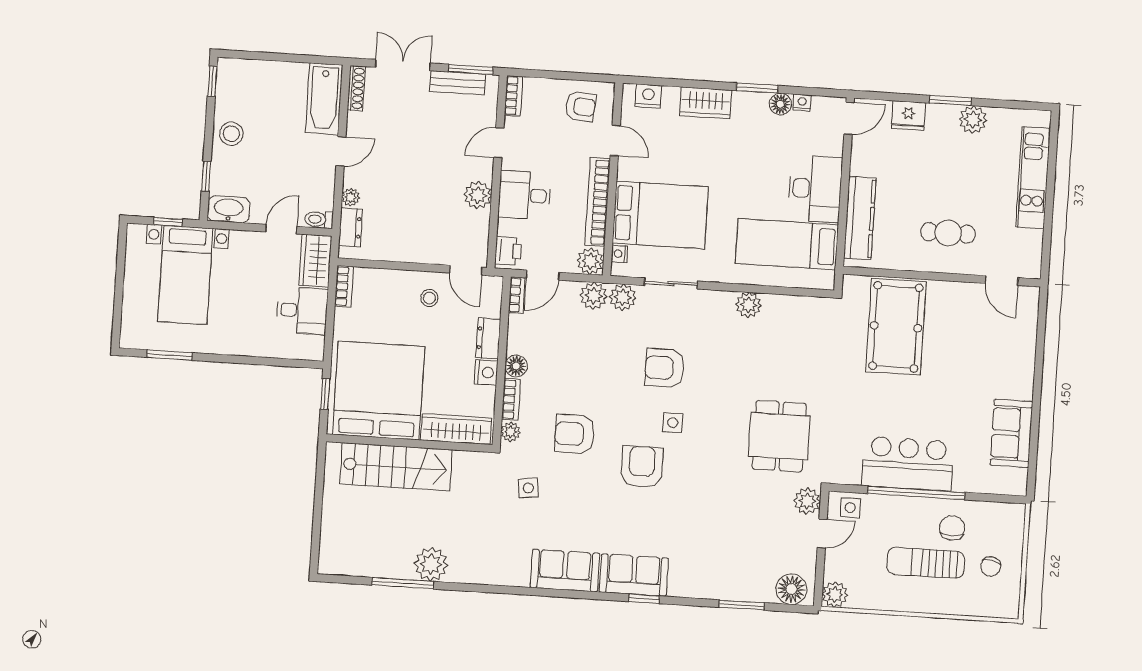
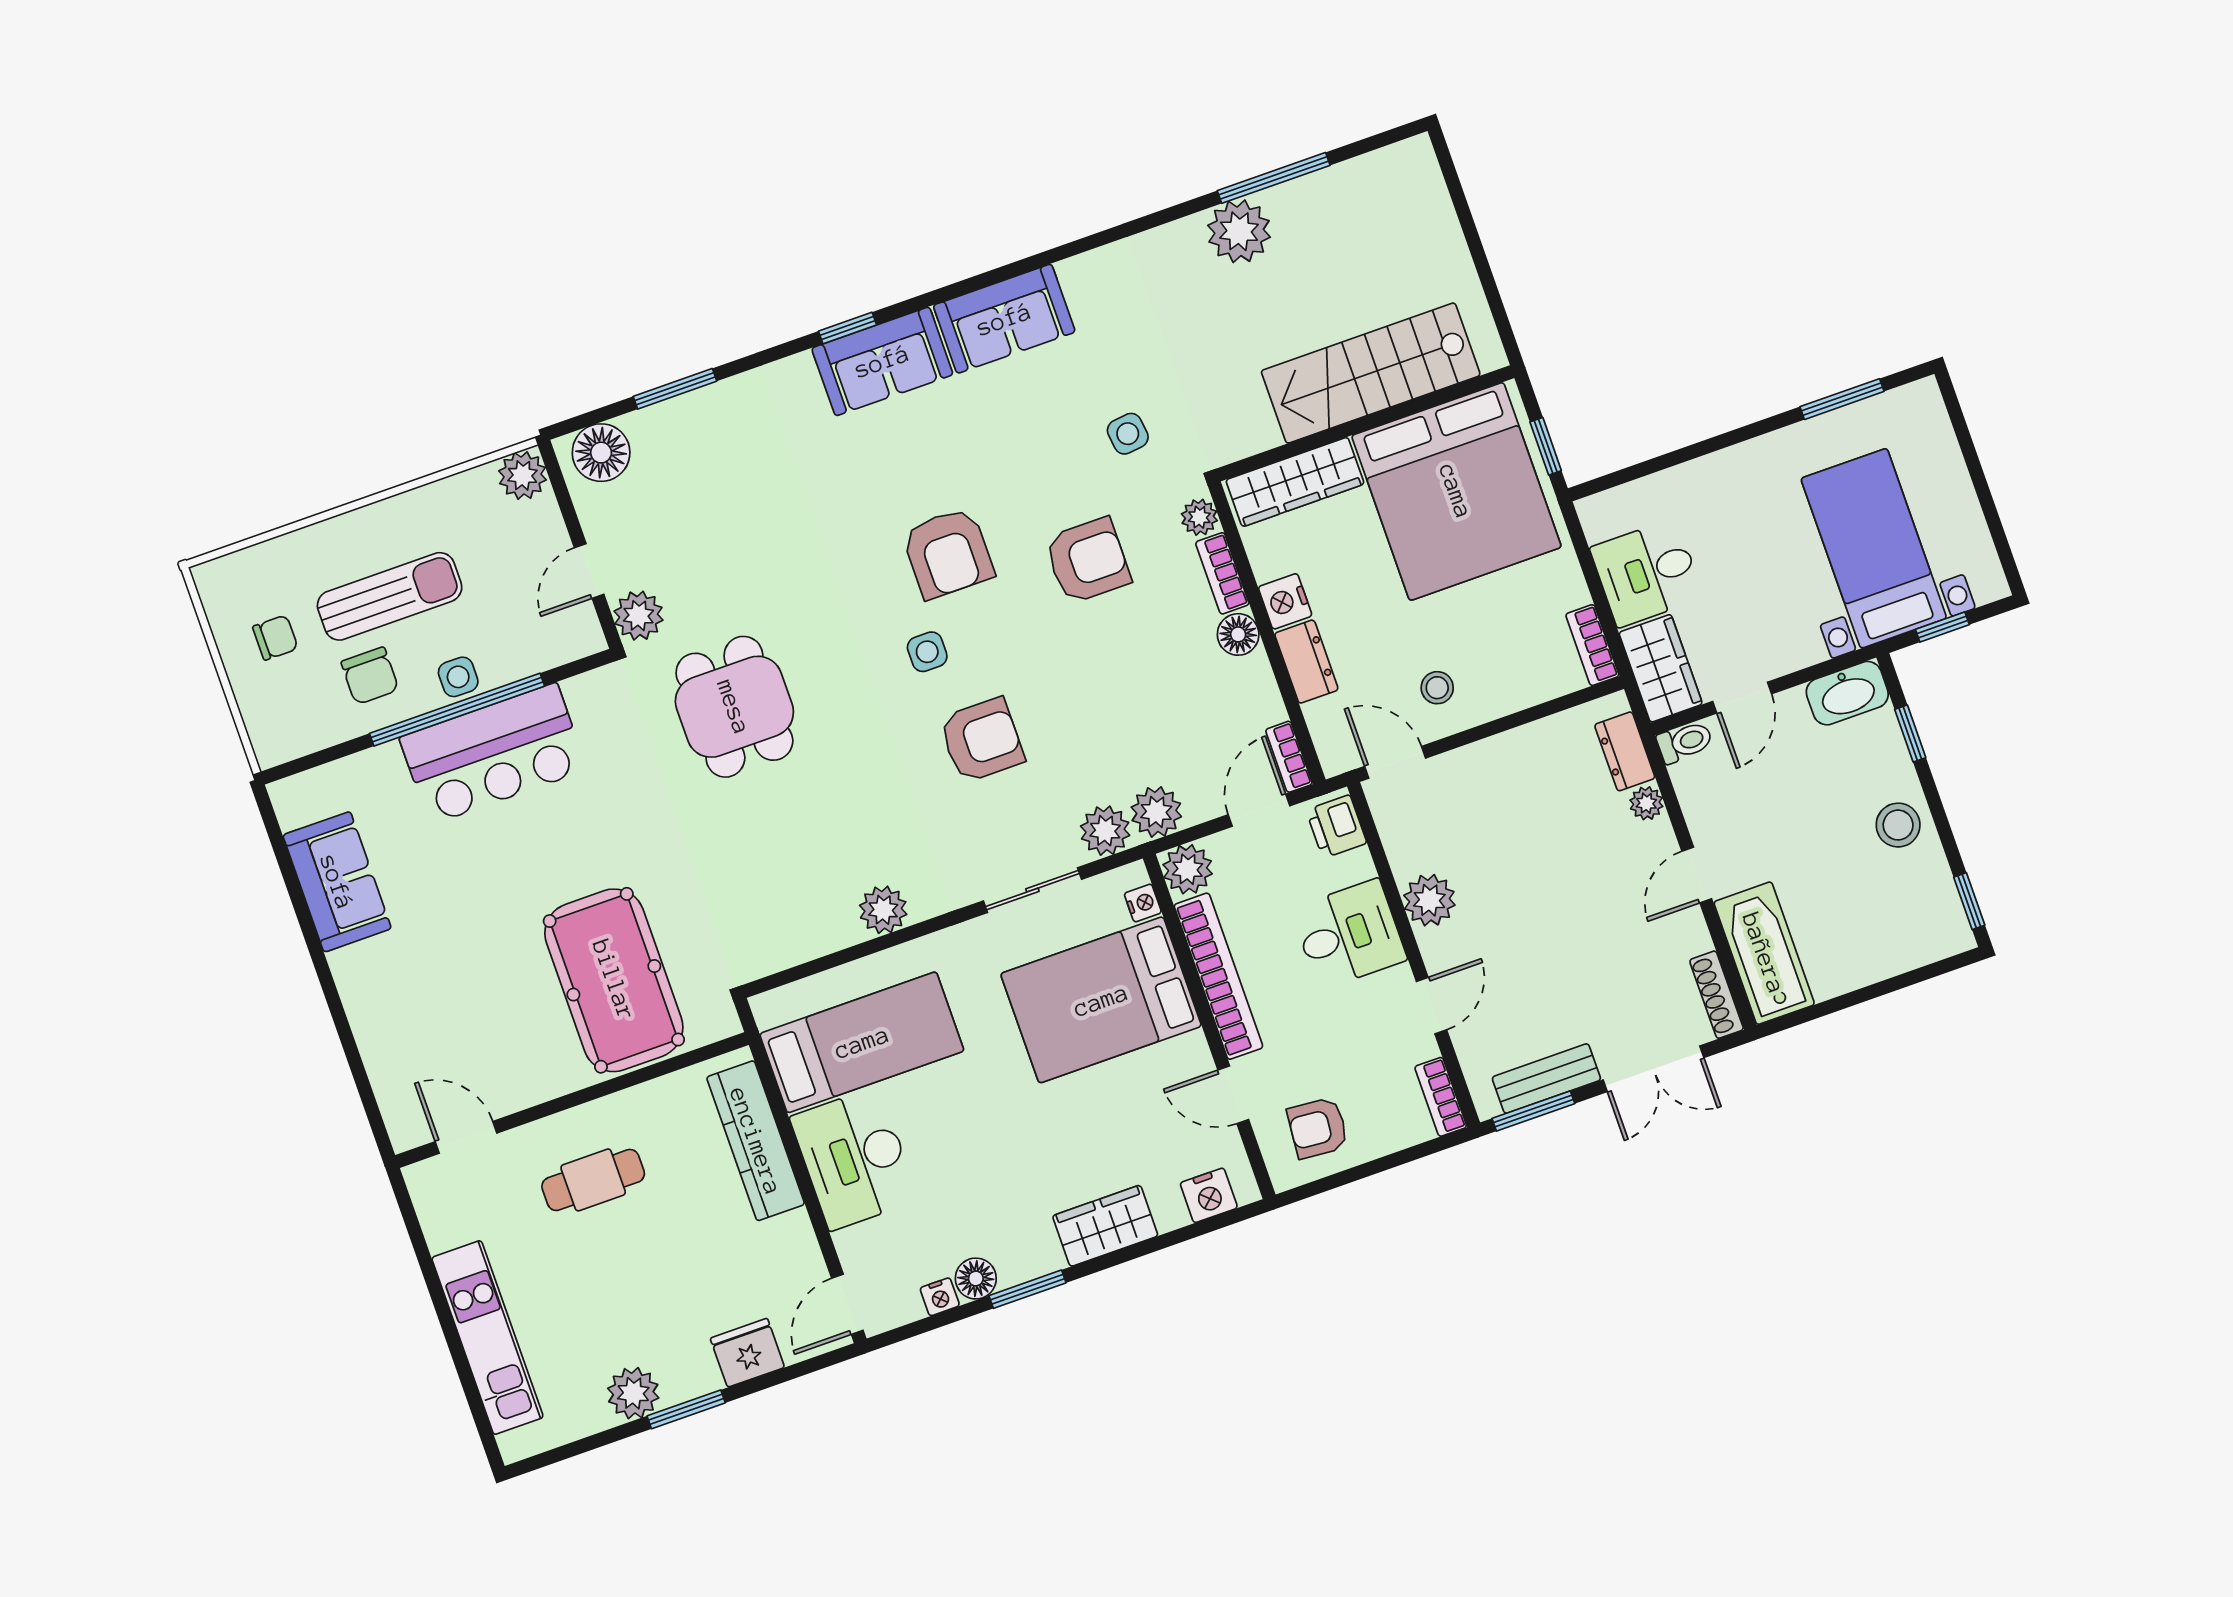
side table: (850, 508) -> (458, 677), moved
chair: (991, 567) -> (275, 638), turned 78

